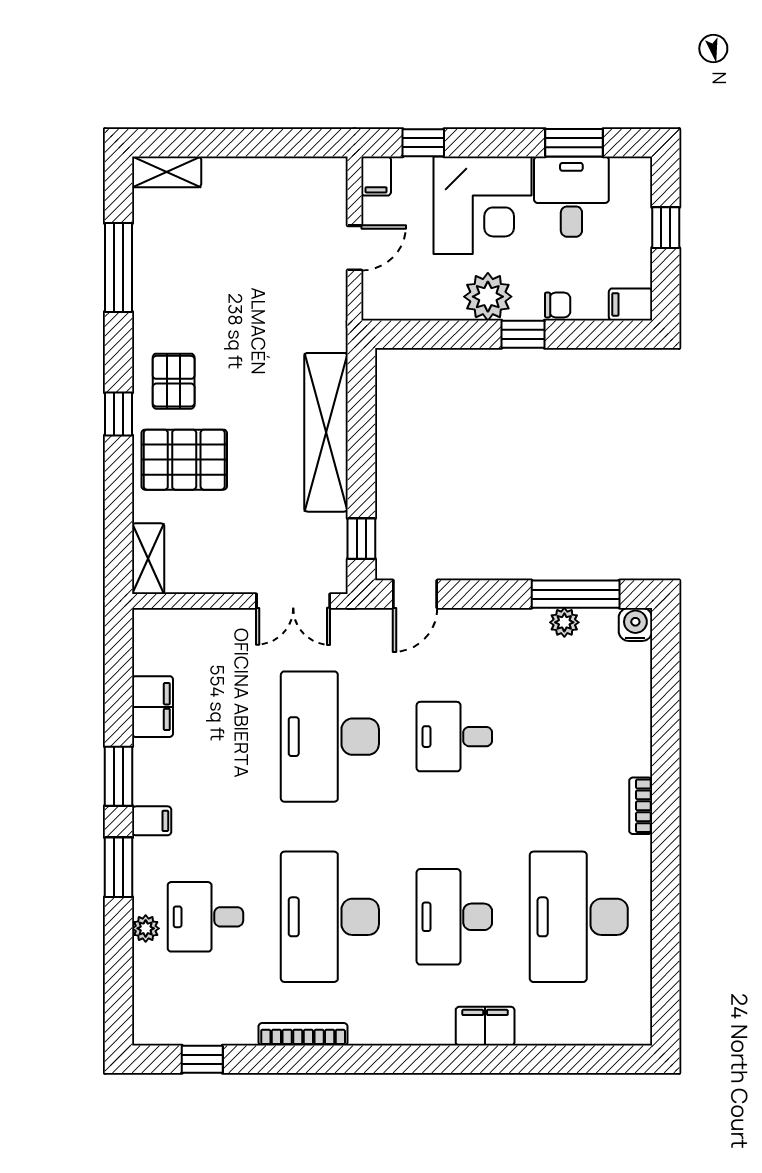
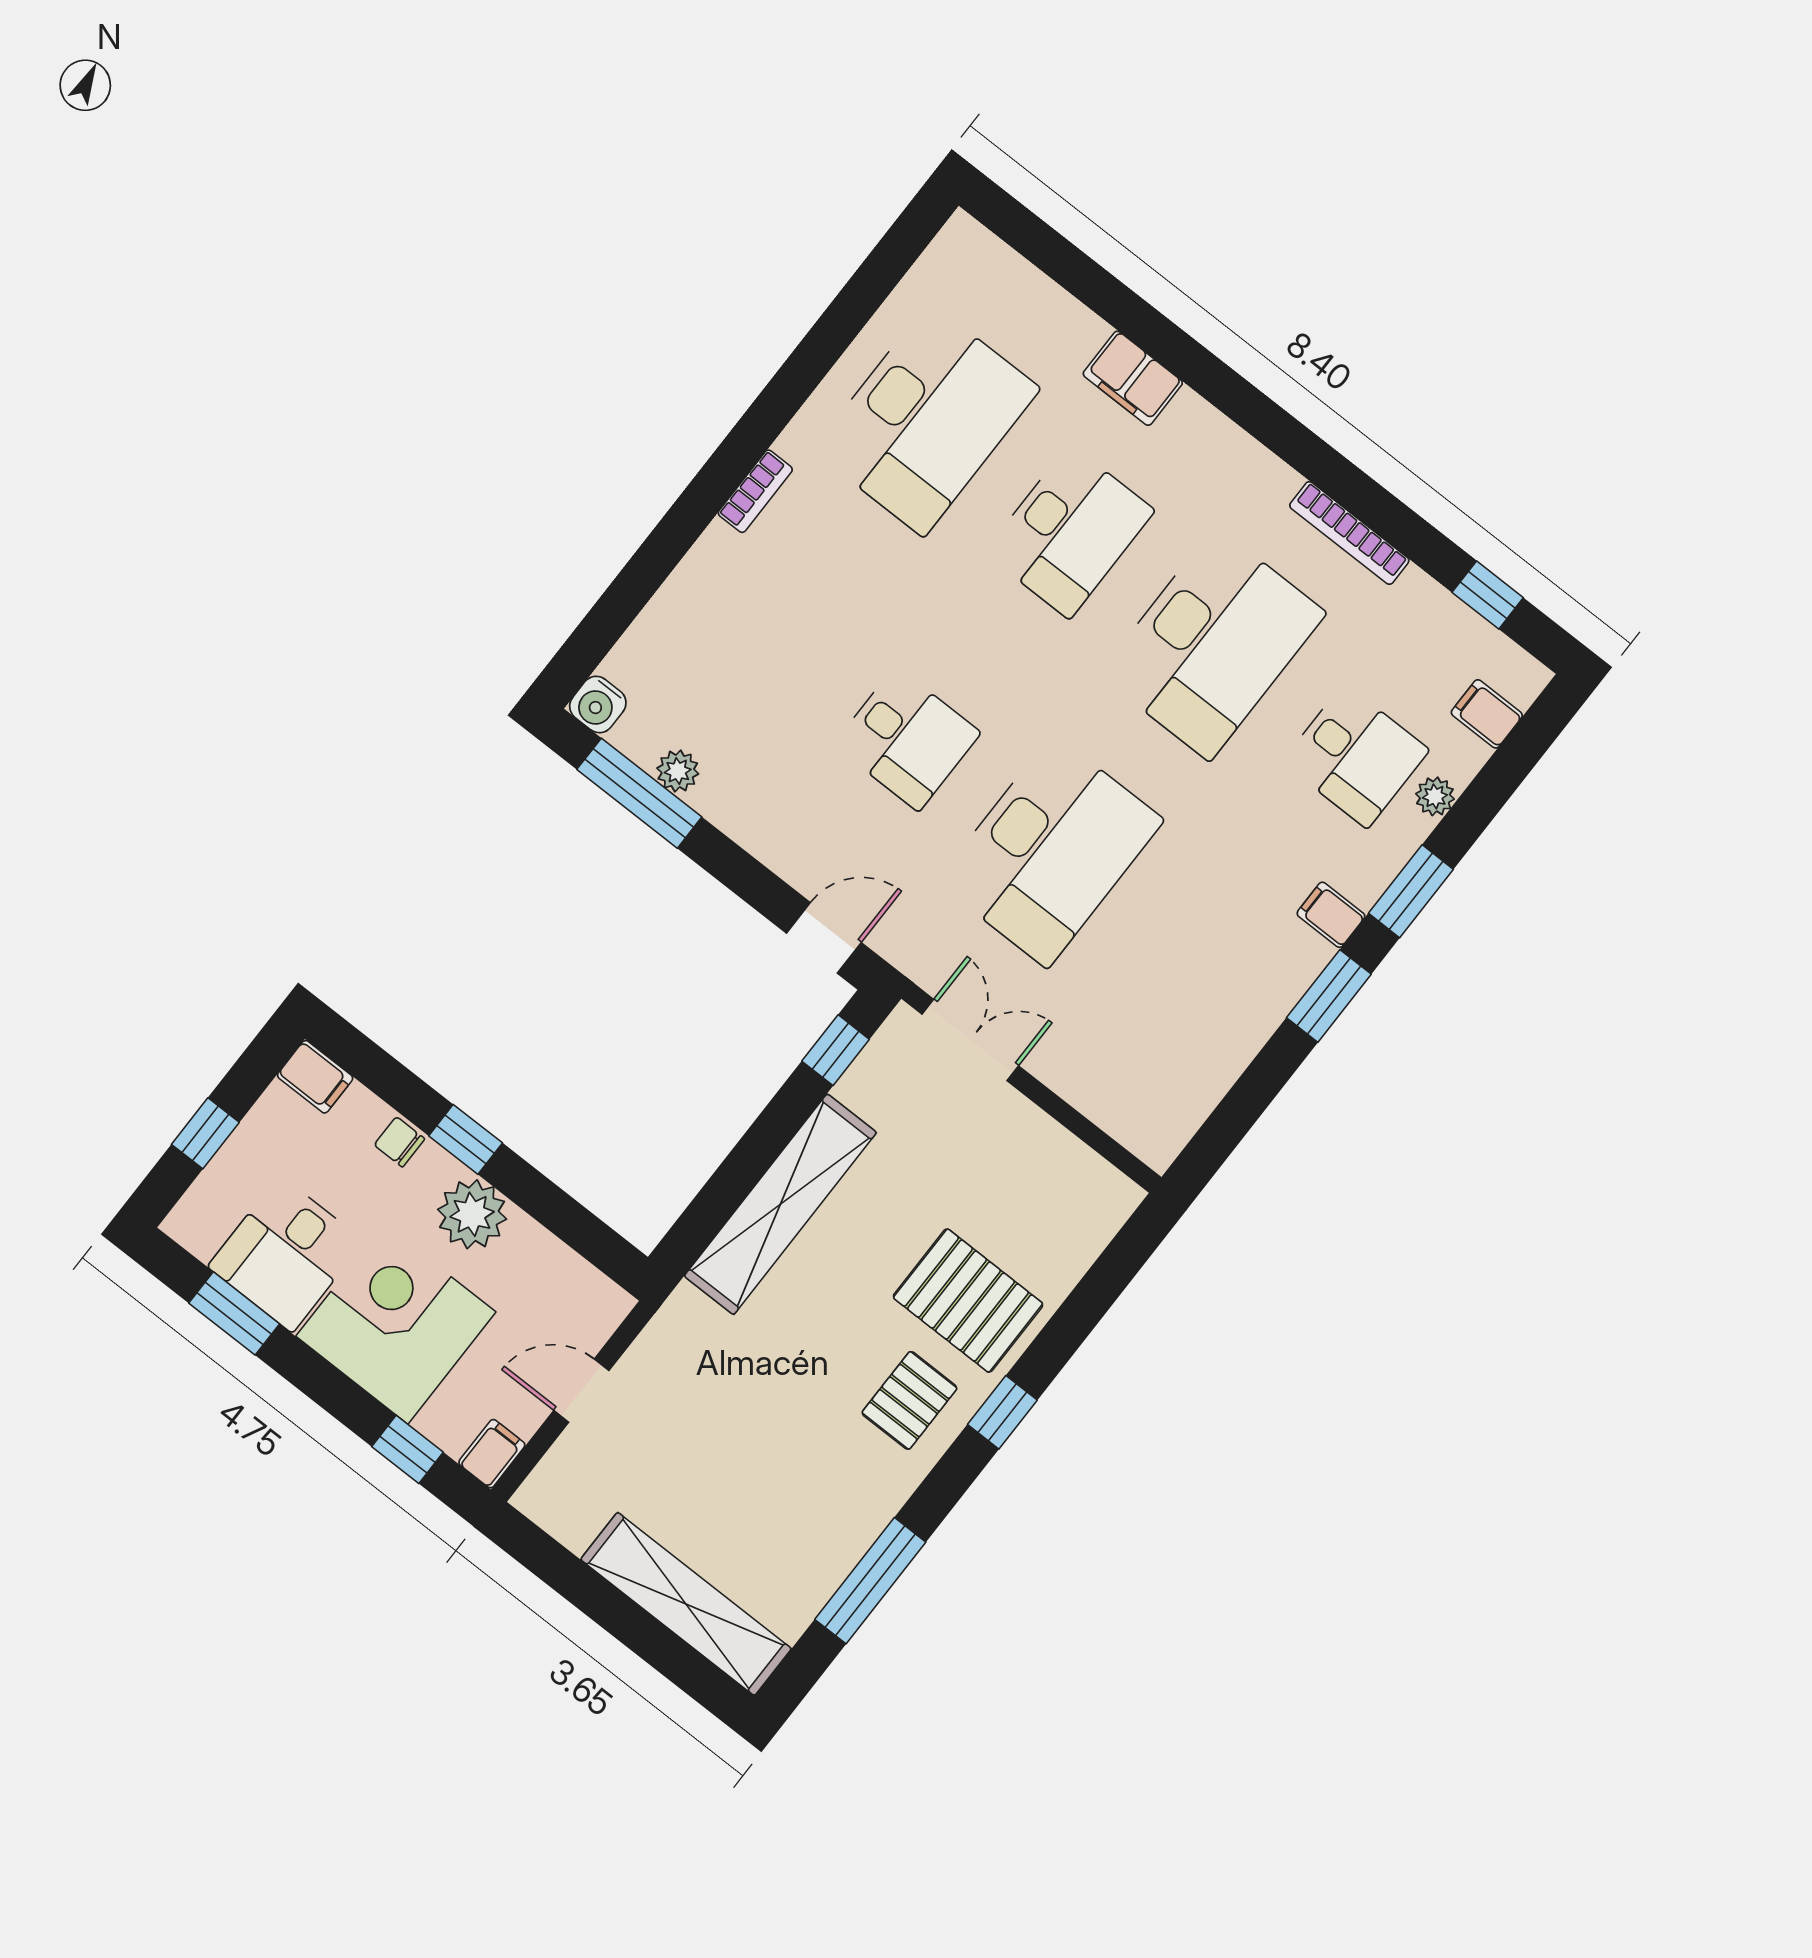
shelving: (167, 172) -> (686, 1604), width x2.20, depth x1.33
shelving: (148, 559) -> (1099, 1219), removed
filing cabinet: (153, 707) -> (1487, 714), moved, width x0.50

